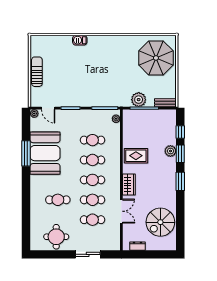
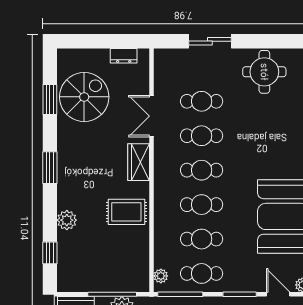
window: (180, 154) -> (50, 99), moved
cafe table: (58, 200) -> (202, 273), moved

